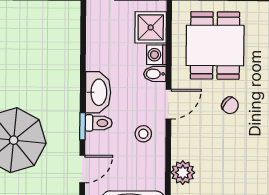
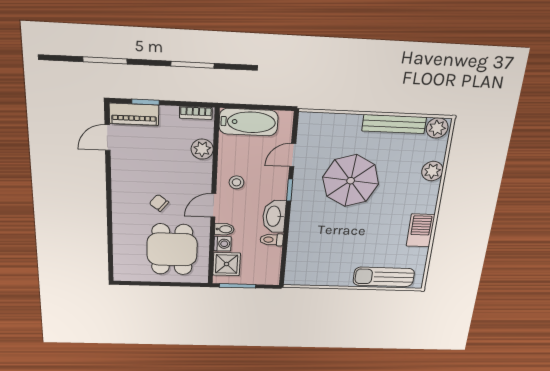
toilet: (99, 123) -> (272, 240), moved

